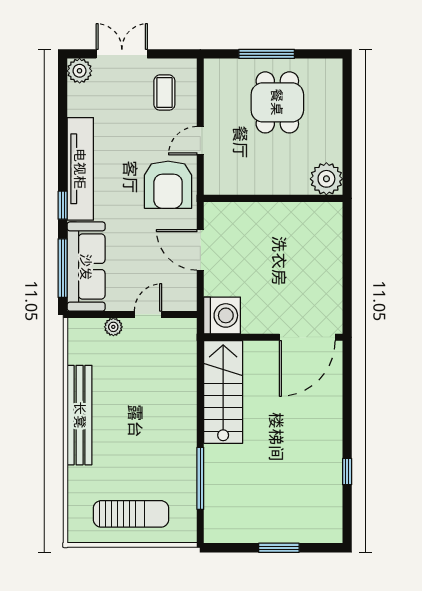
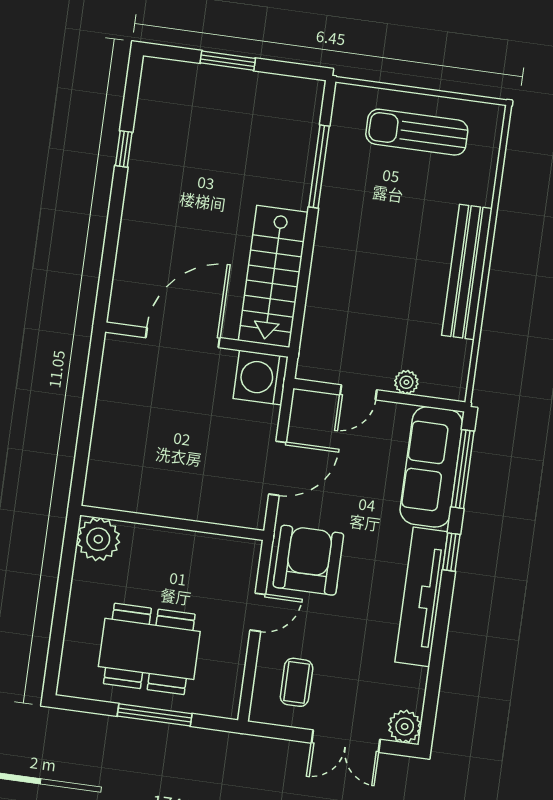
dining table: (277, 102) -> (149, 649), width x1.37
door: (200, 250) -> (278, 468), hinge flipped
door: (307, 337) -> (183, 338), moved

